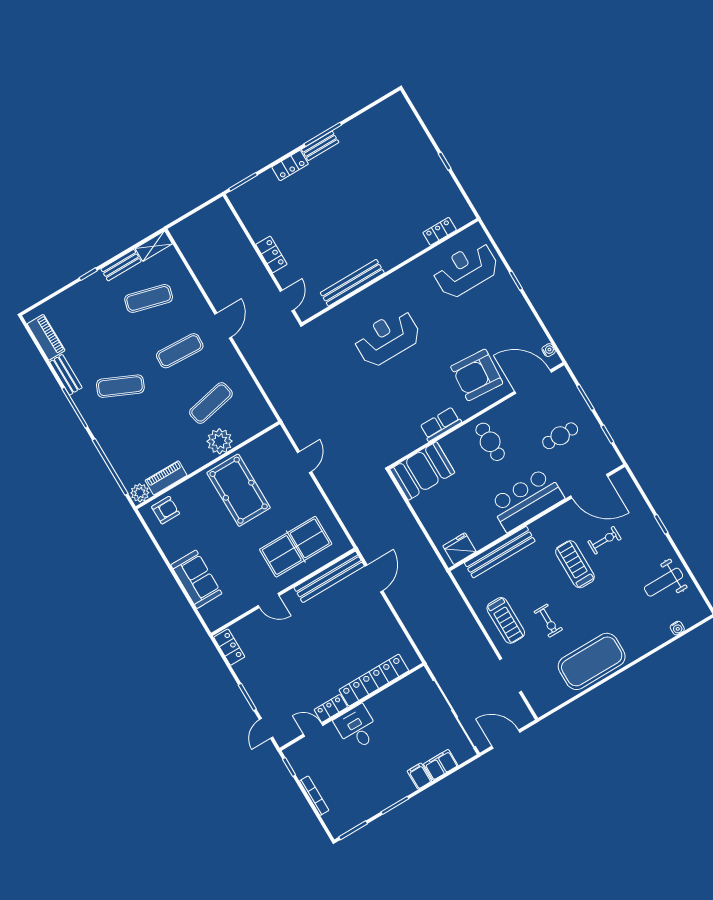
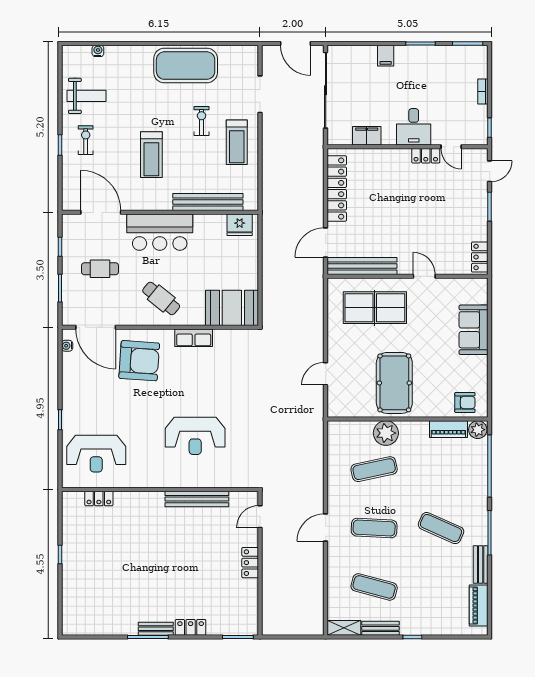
cafe table: (490, 442) -> (161, 298), turned -51
armchair: (166, 510) -> (465, 402), turned 180
exercise bike: (604, 540) -> (86, 140), moved, turned 90
treadmill: (506, 620) -> (237, 142), turned 180
locker: (374, 680) -> (337, 188), moved, turned -90
filing cabinet: (441, 765) -> (367, 136), moved, turned 180
bookcase: (314, 796) -> (483, 91), width x0.64

